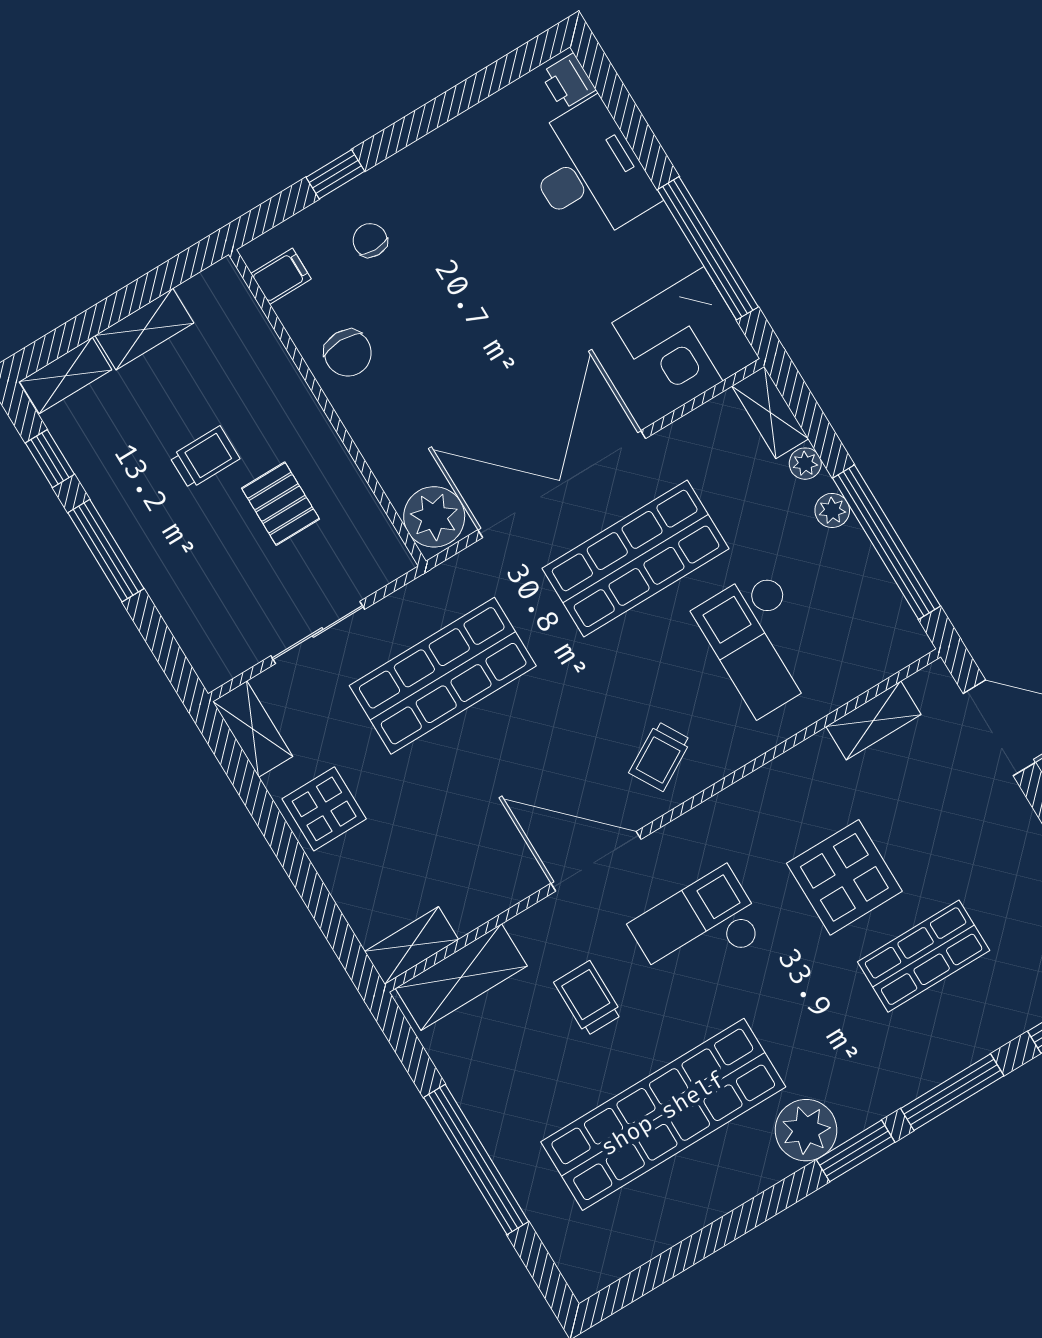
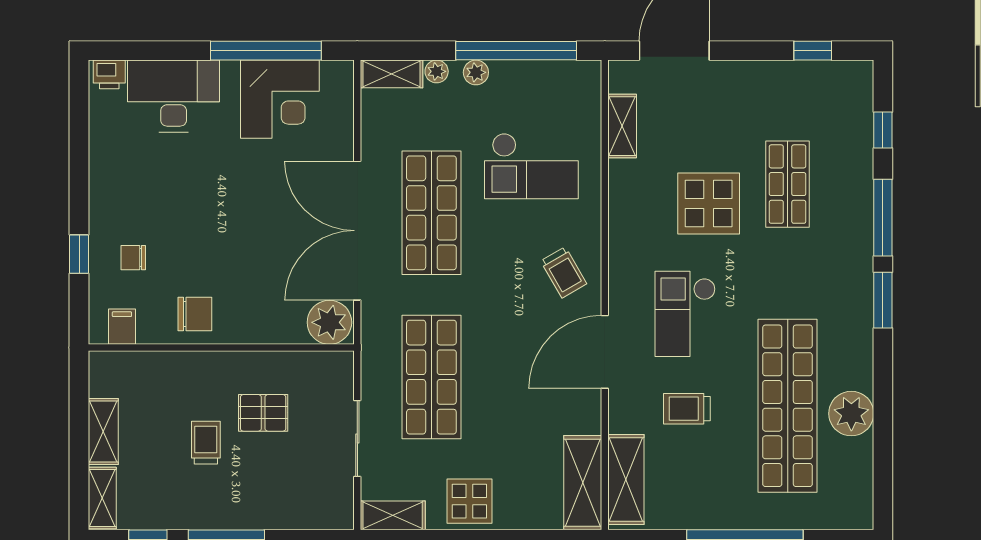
corner desk: (686, 341) -> (280, 99), moved
shelving: (412, 946) -> (583, 483), width x1.50, depth x1.33
plant: (806, 1130) -> (851, 414), moved

